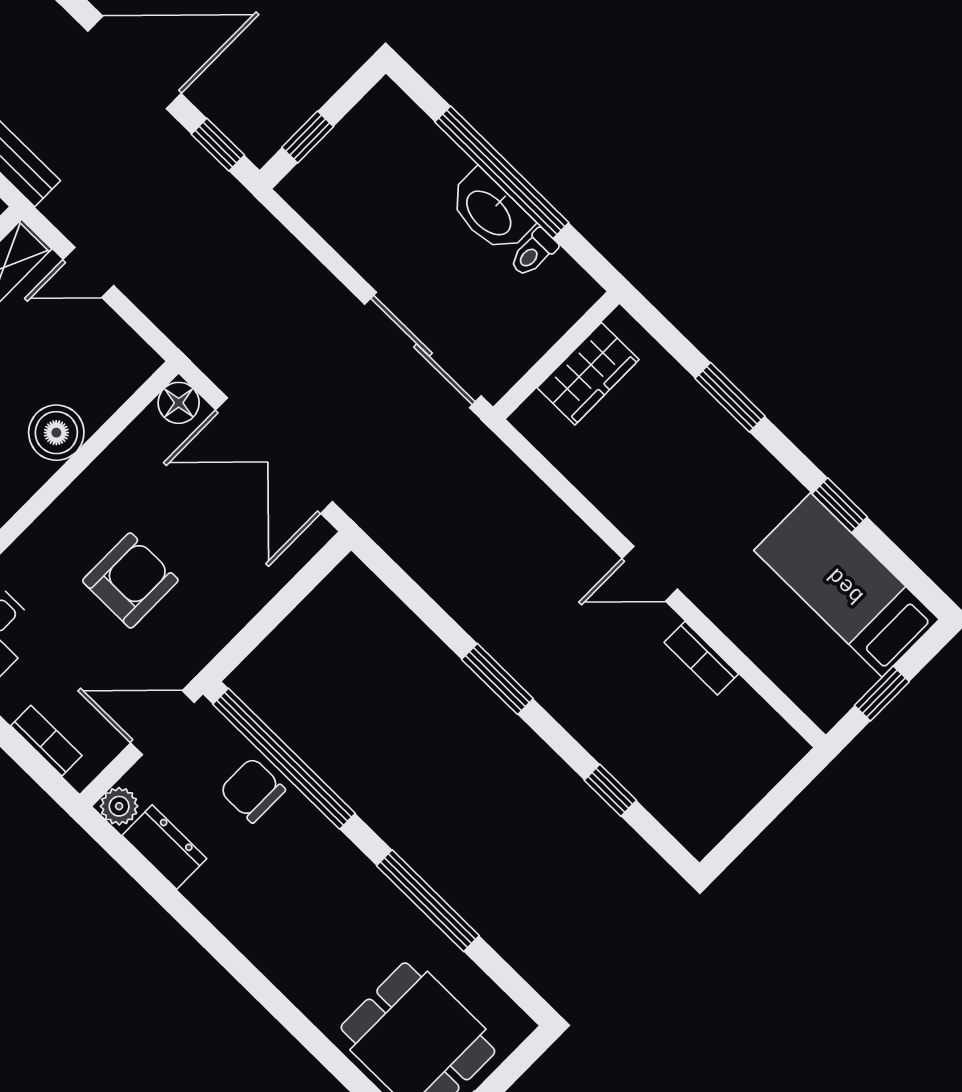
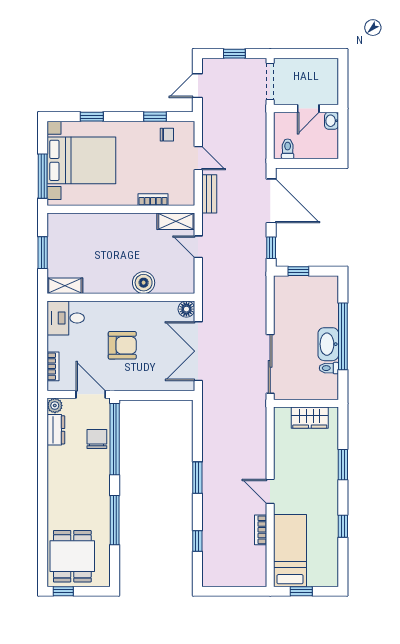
bed: (846, 585) -> (290, 551), moved

